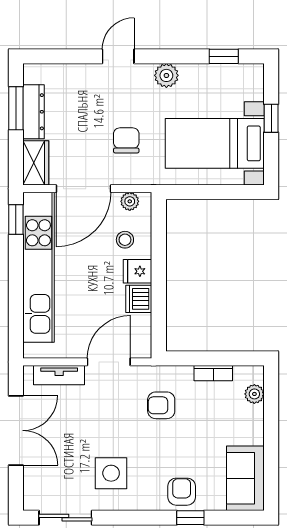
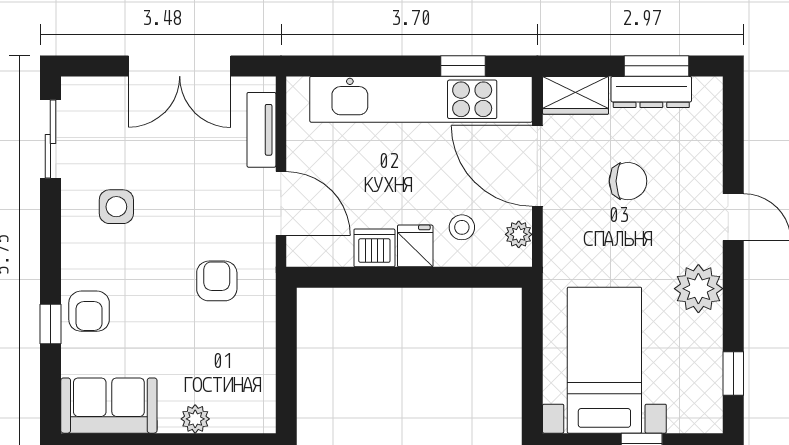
plant: (166, 75) -> (698, 289), width x1.36, depth x1.36
chair: (126, 140) -> (628, 181), moved
window: (16, 219) -> (463, 66), moved
bookcase: (213, 373) -> (264, 358), removed
plant: (254, 394) -> (195, 419), moved
side table: (111, 473) -> (116, 207), width x0.73, depth x0.73
armchair: (182, 492) -> (89, 311), turned 90

